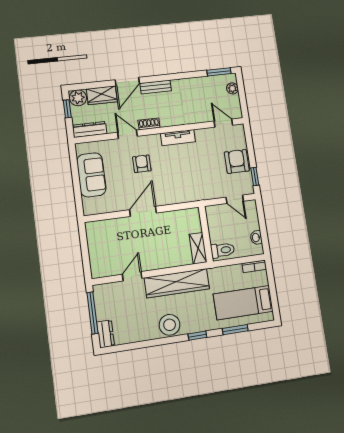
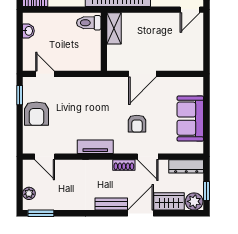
wall: (206, 234) -> (104, 42), moved
shelving: (198, 248) -> (114, 28), moved
toilet: (223, 250) -> (89, 23), moved
door: (132, 276) -> (190, 10), moved

